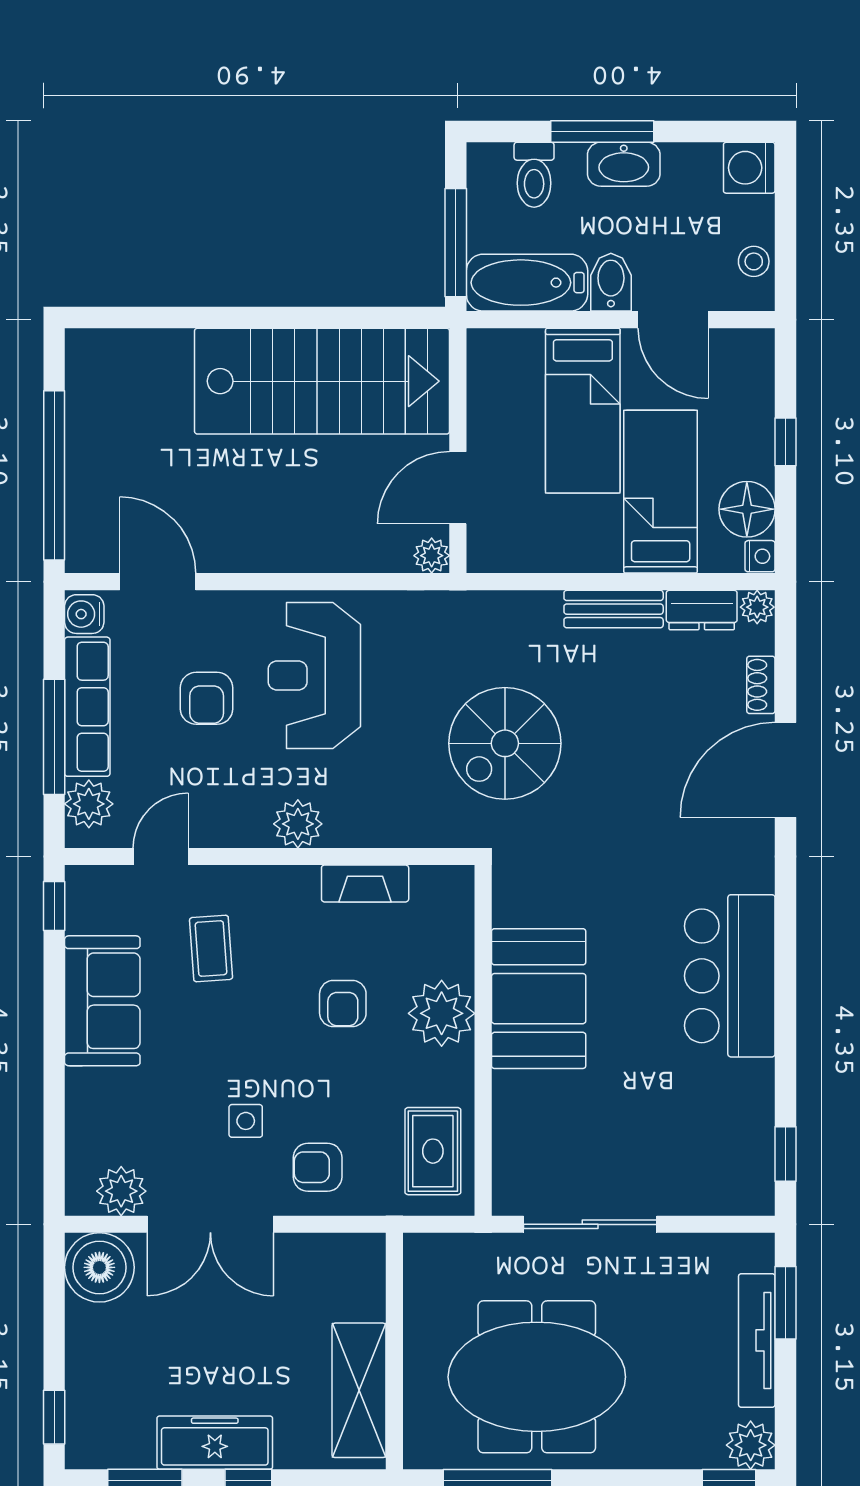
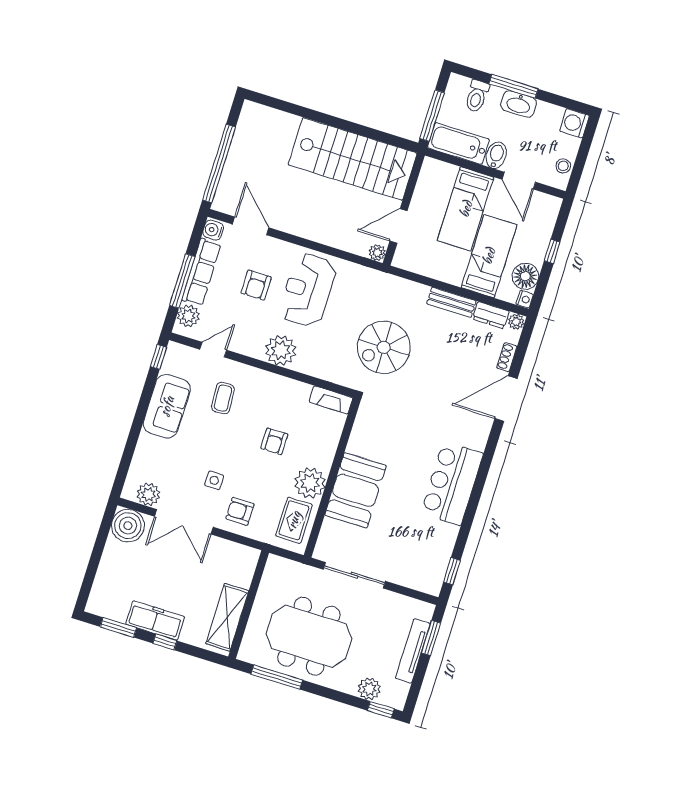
plant: (298, 824) -> (281, 350), width x1.36, depth x1.36
fireplace: (365, 883) -> (331, 400), moved
booth: (539, 999) -> (356, 490), moved
plant: (442, 1013) -> (310, 483), moved
window: (54, 1417) -> (87, 586), removed
plant: (751, 1445) -> (369, 689), moved

